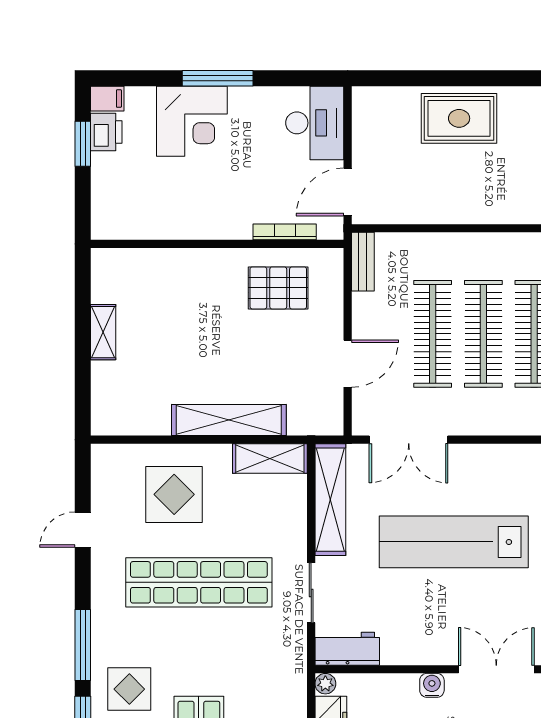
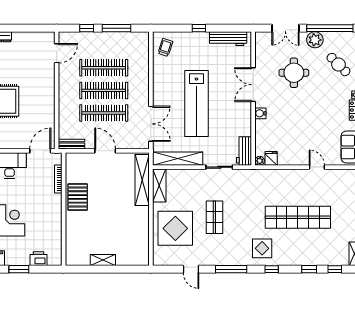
printer: (106, 132) -> (39, 259), moved
door: (348, 192) -> (40, 151), swing flipped
pallet: (278, 288) -> (78, 197), moved
door: (348, 364) -> (105, 151), moved
shelving: (229, 420) -> (142, 180), moved
display table: (174, 494) -> (175, 228), width x1.36, depth x1.36
shop shelf: (199, 582) -> (214, 217), width x0.50, depth x0.74
window: (83, 645) -> (231, 269), moved

